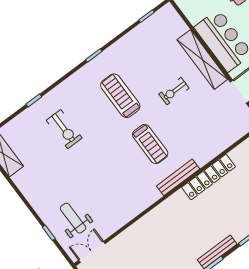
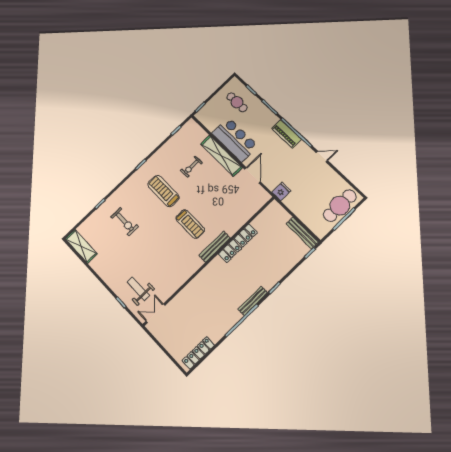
exercise bike: (174, 91) -> (191, 167), moved

